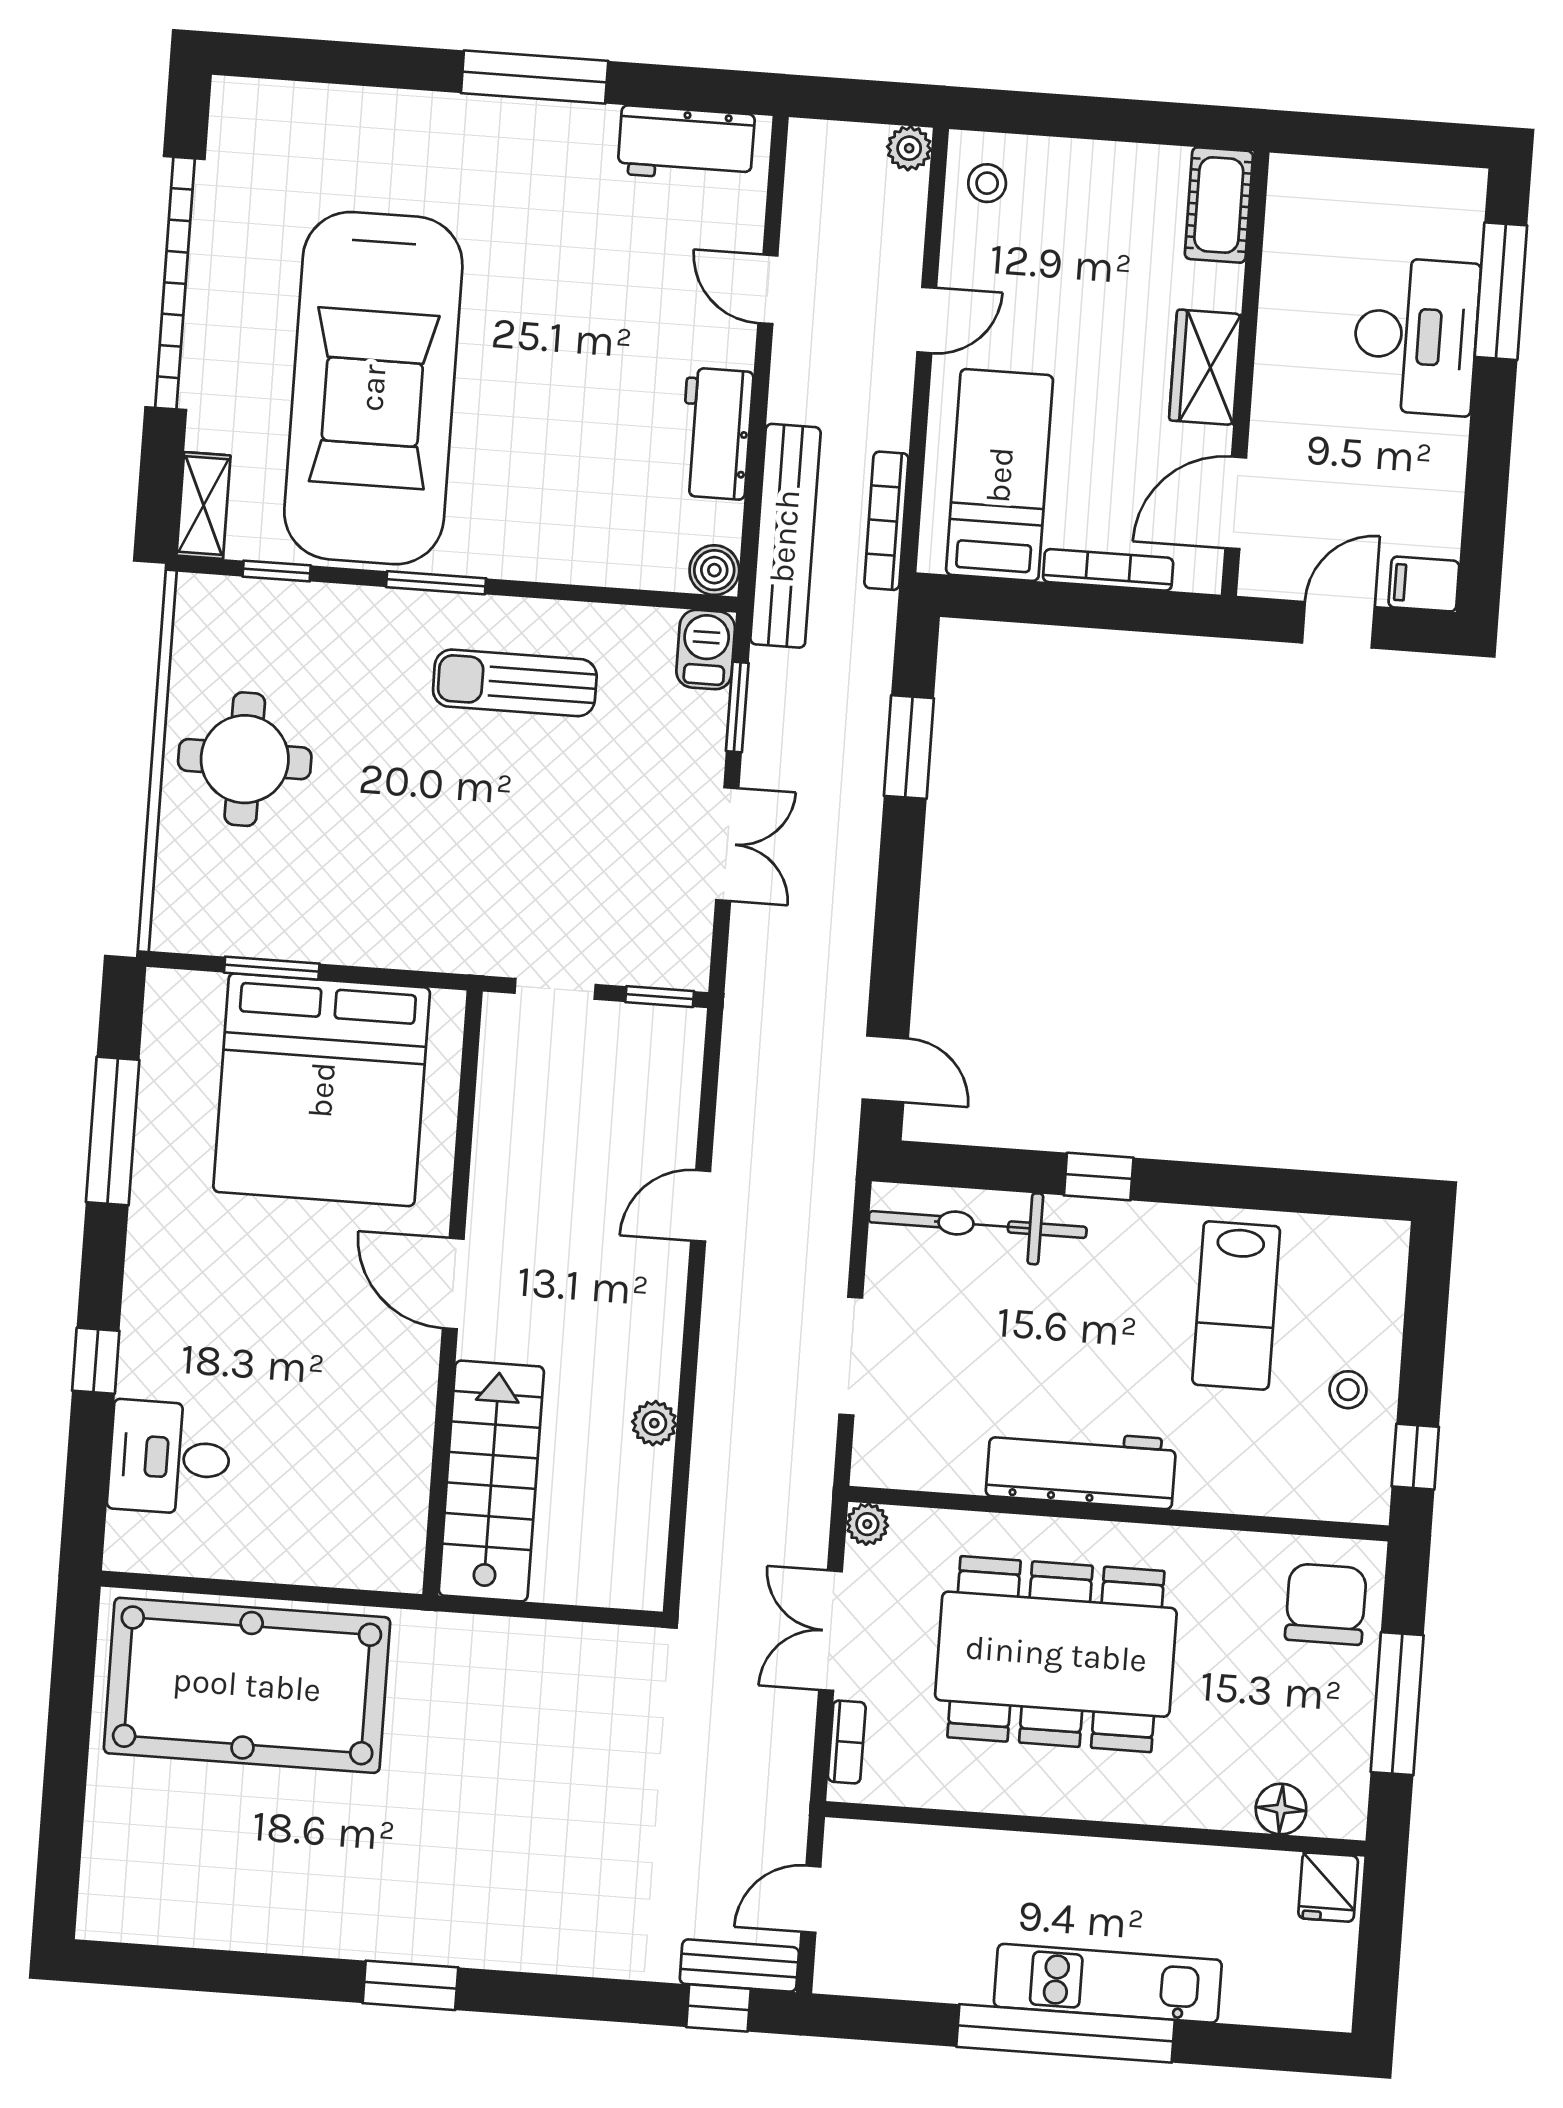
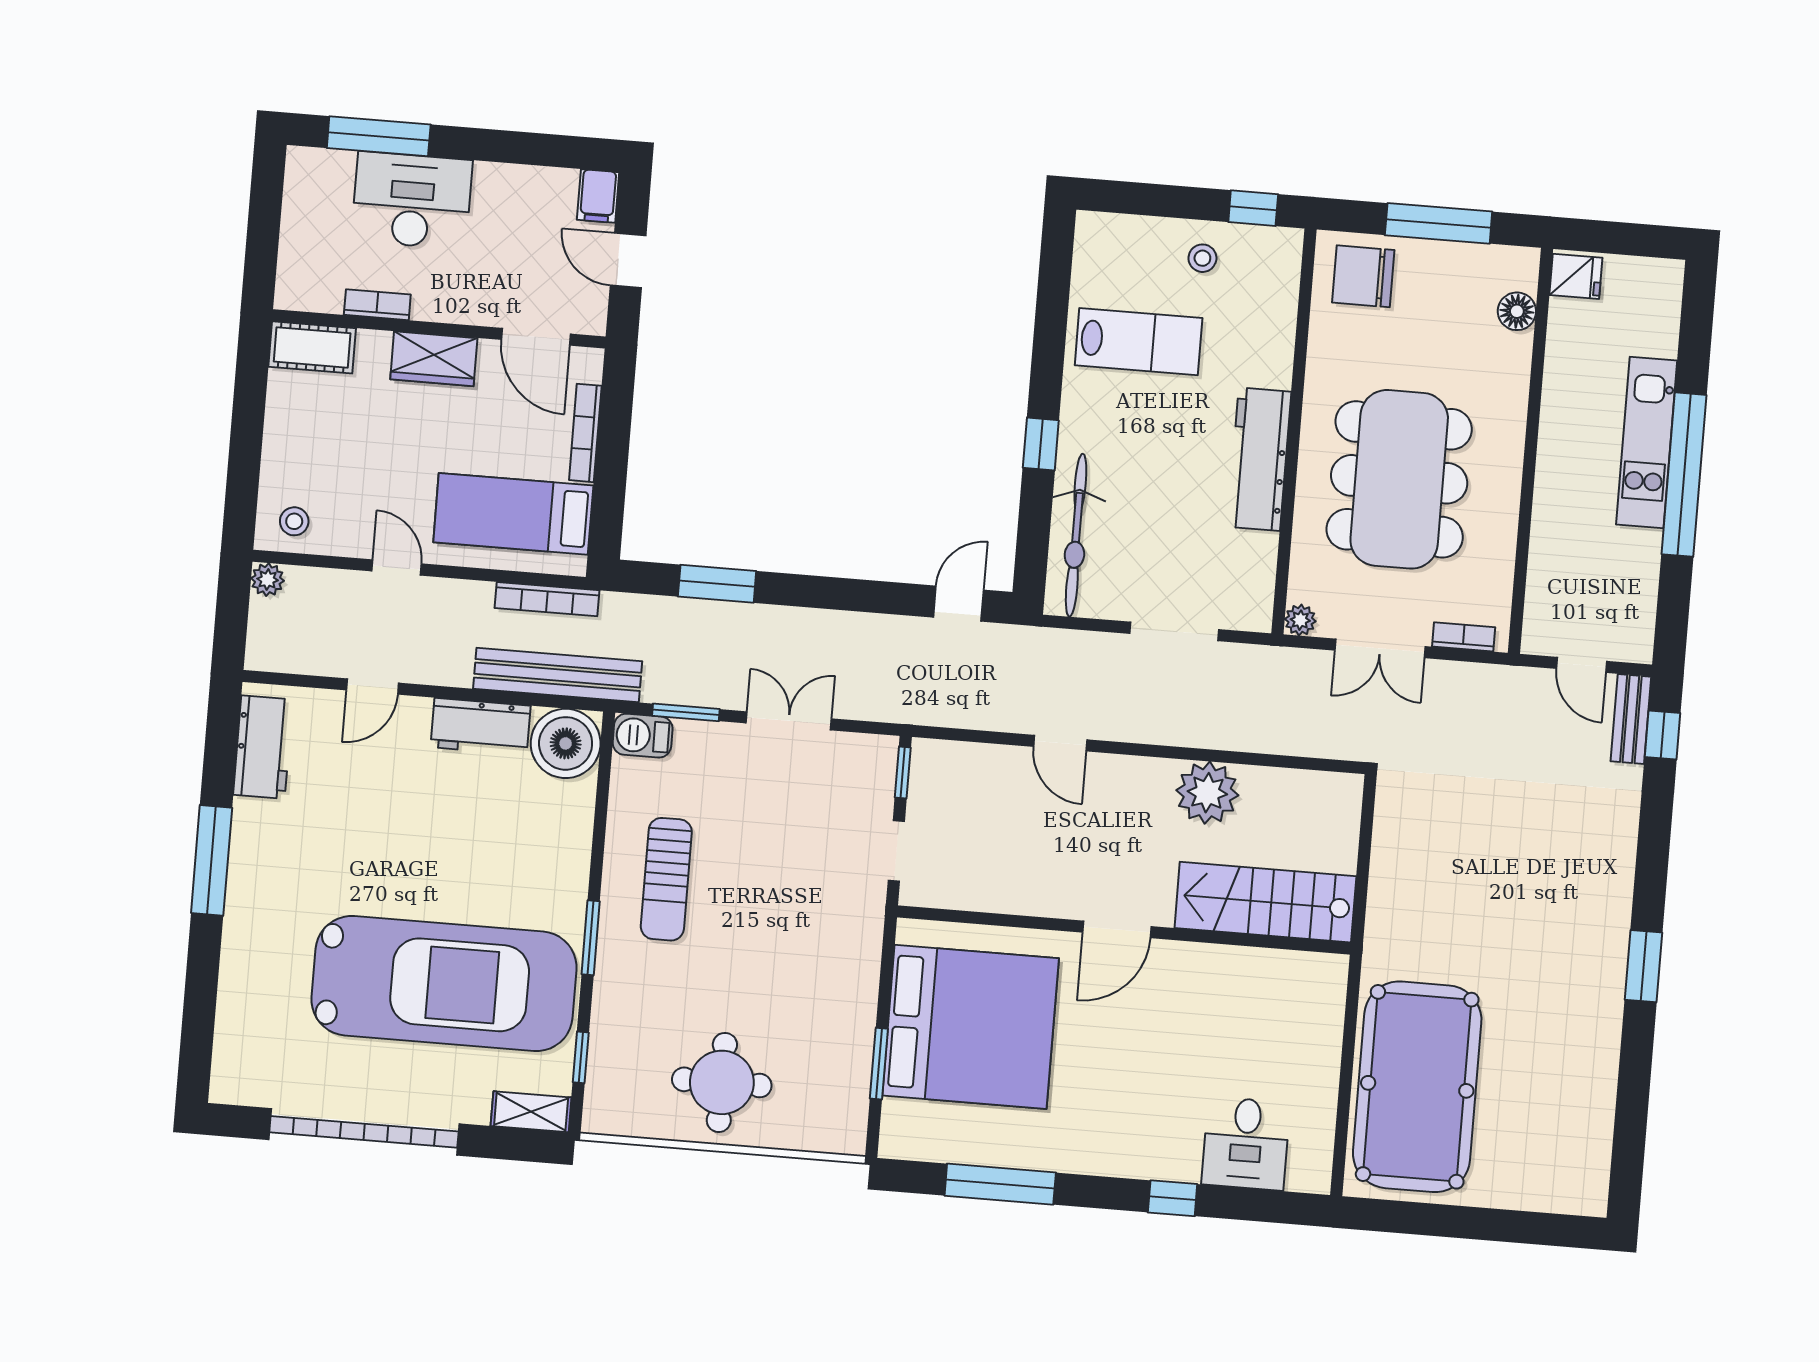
bookcase: (1277, 291) -> (377, 305), added
boiler: (714, 570) -> (566, 743), width x1.86, depth x1.86
plant: (654, 1423) -> (1207, 793), width x1.88, depth x1.88

